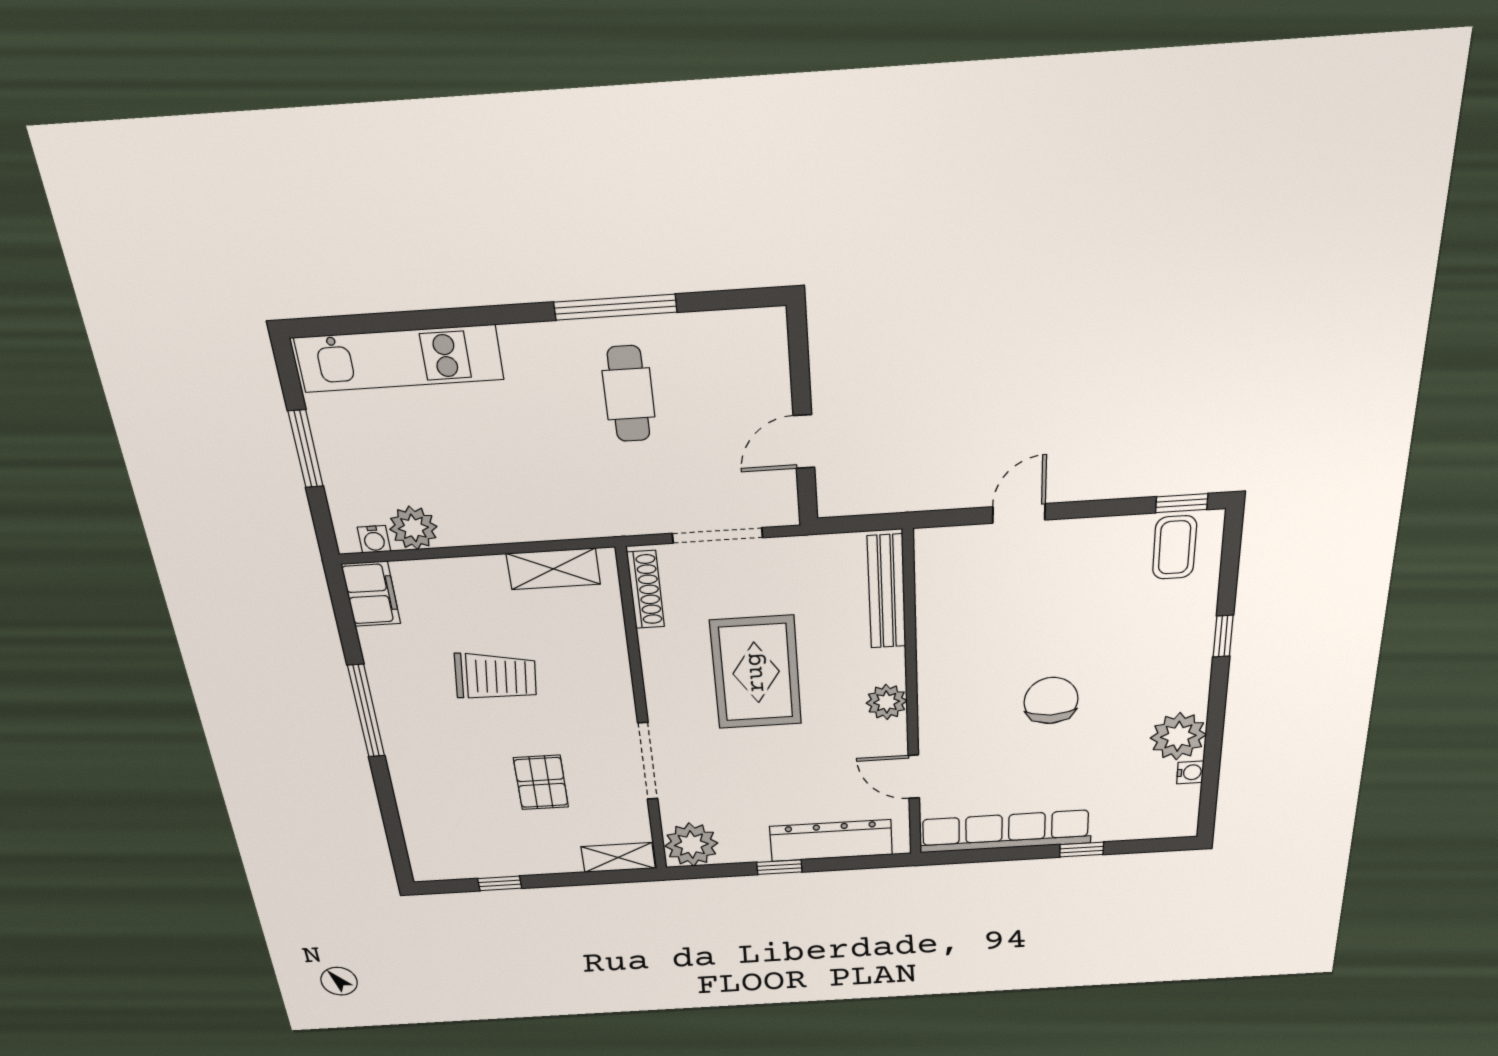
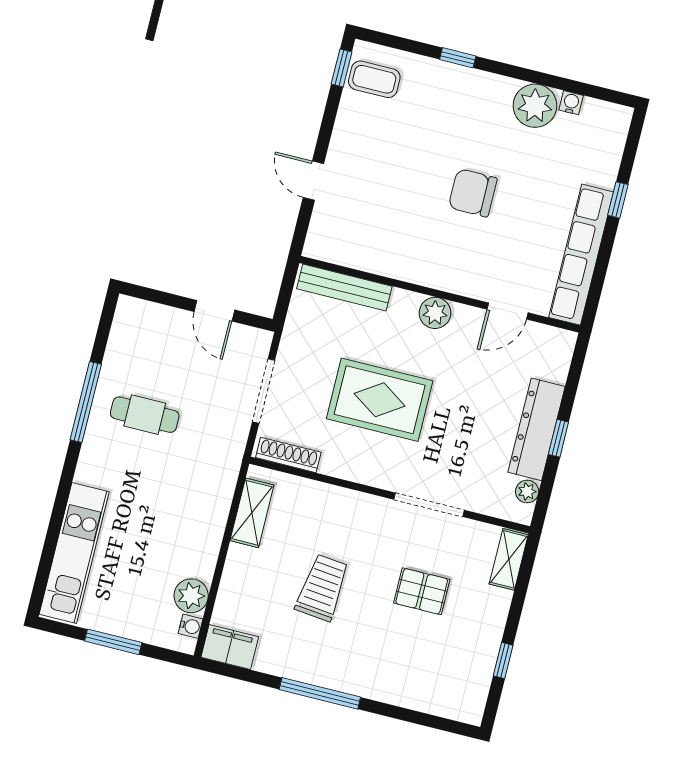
dresser: (831, 841) -> (537, 429), moved
plant: (691, 845) -> (527, 492), width x0.53, depth x0.53

